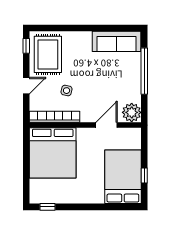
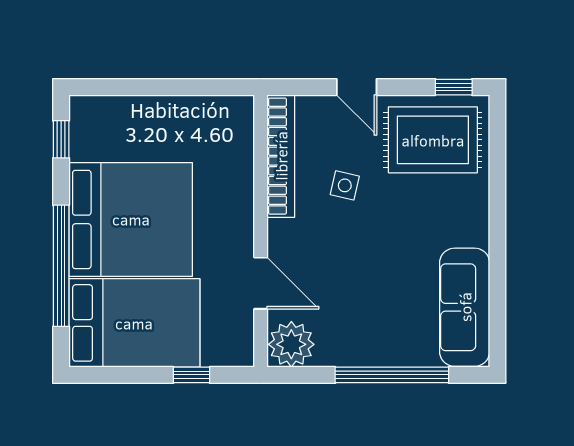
bed: (53, 153) -> (131, 219), moved, turned 180
window: (144, 176) -> (191, 375), moved
window: (99, 207) -> (61, 266), added

